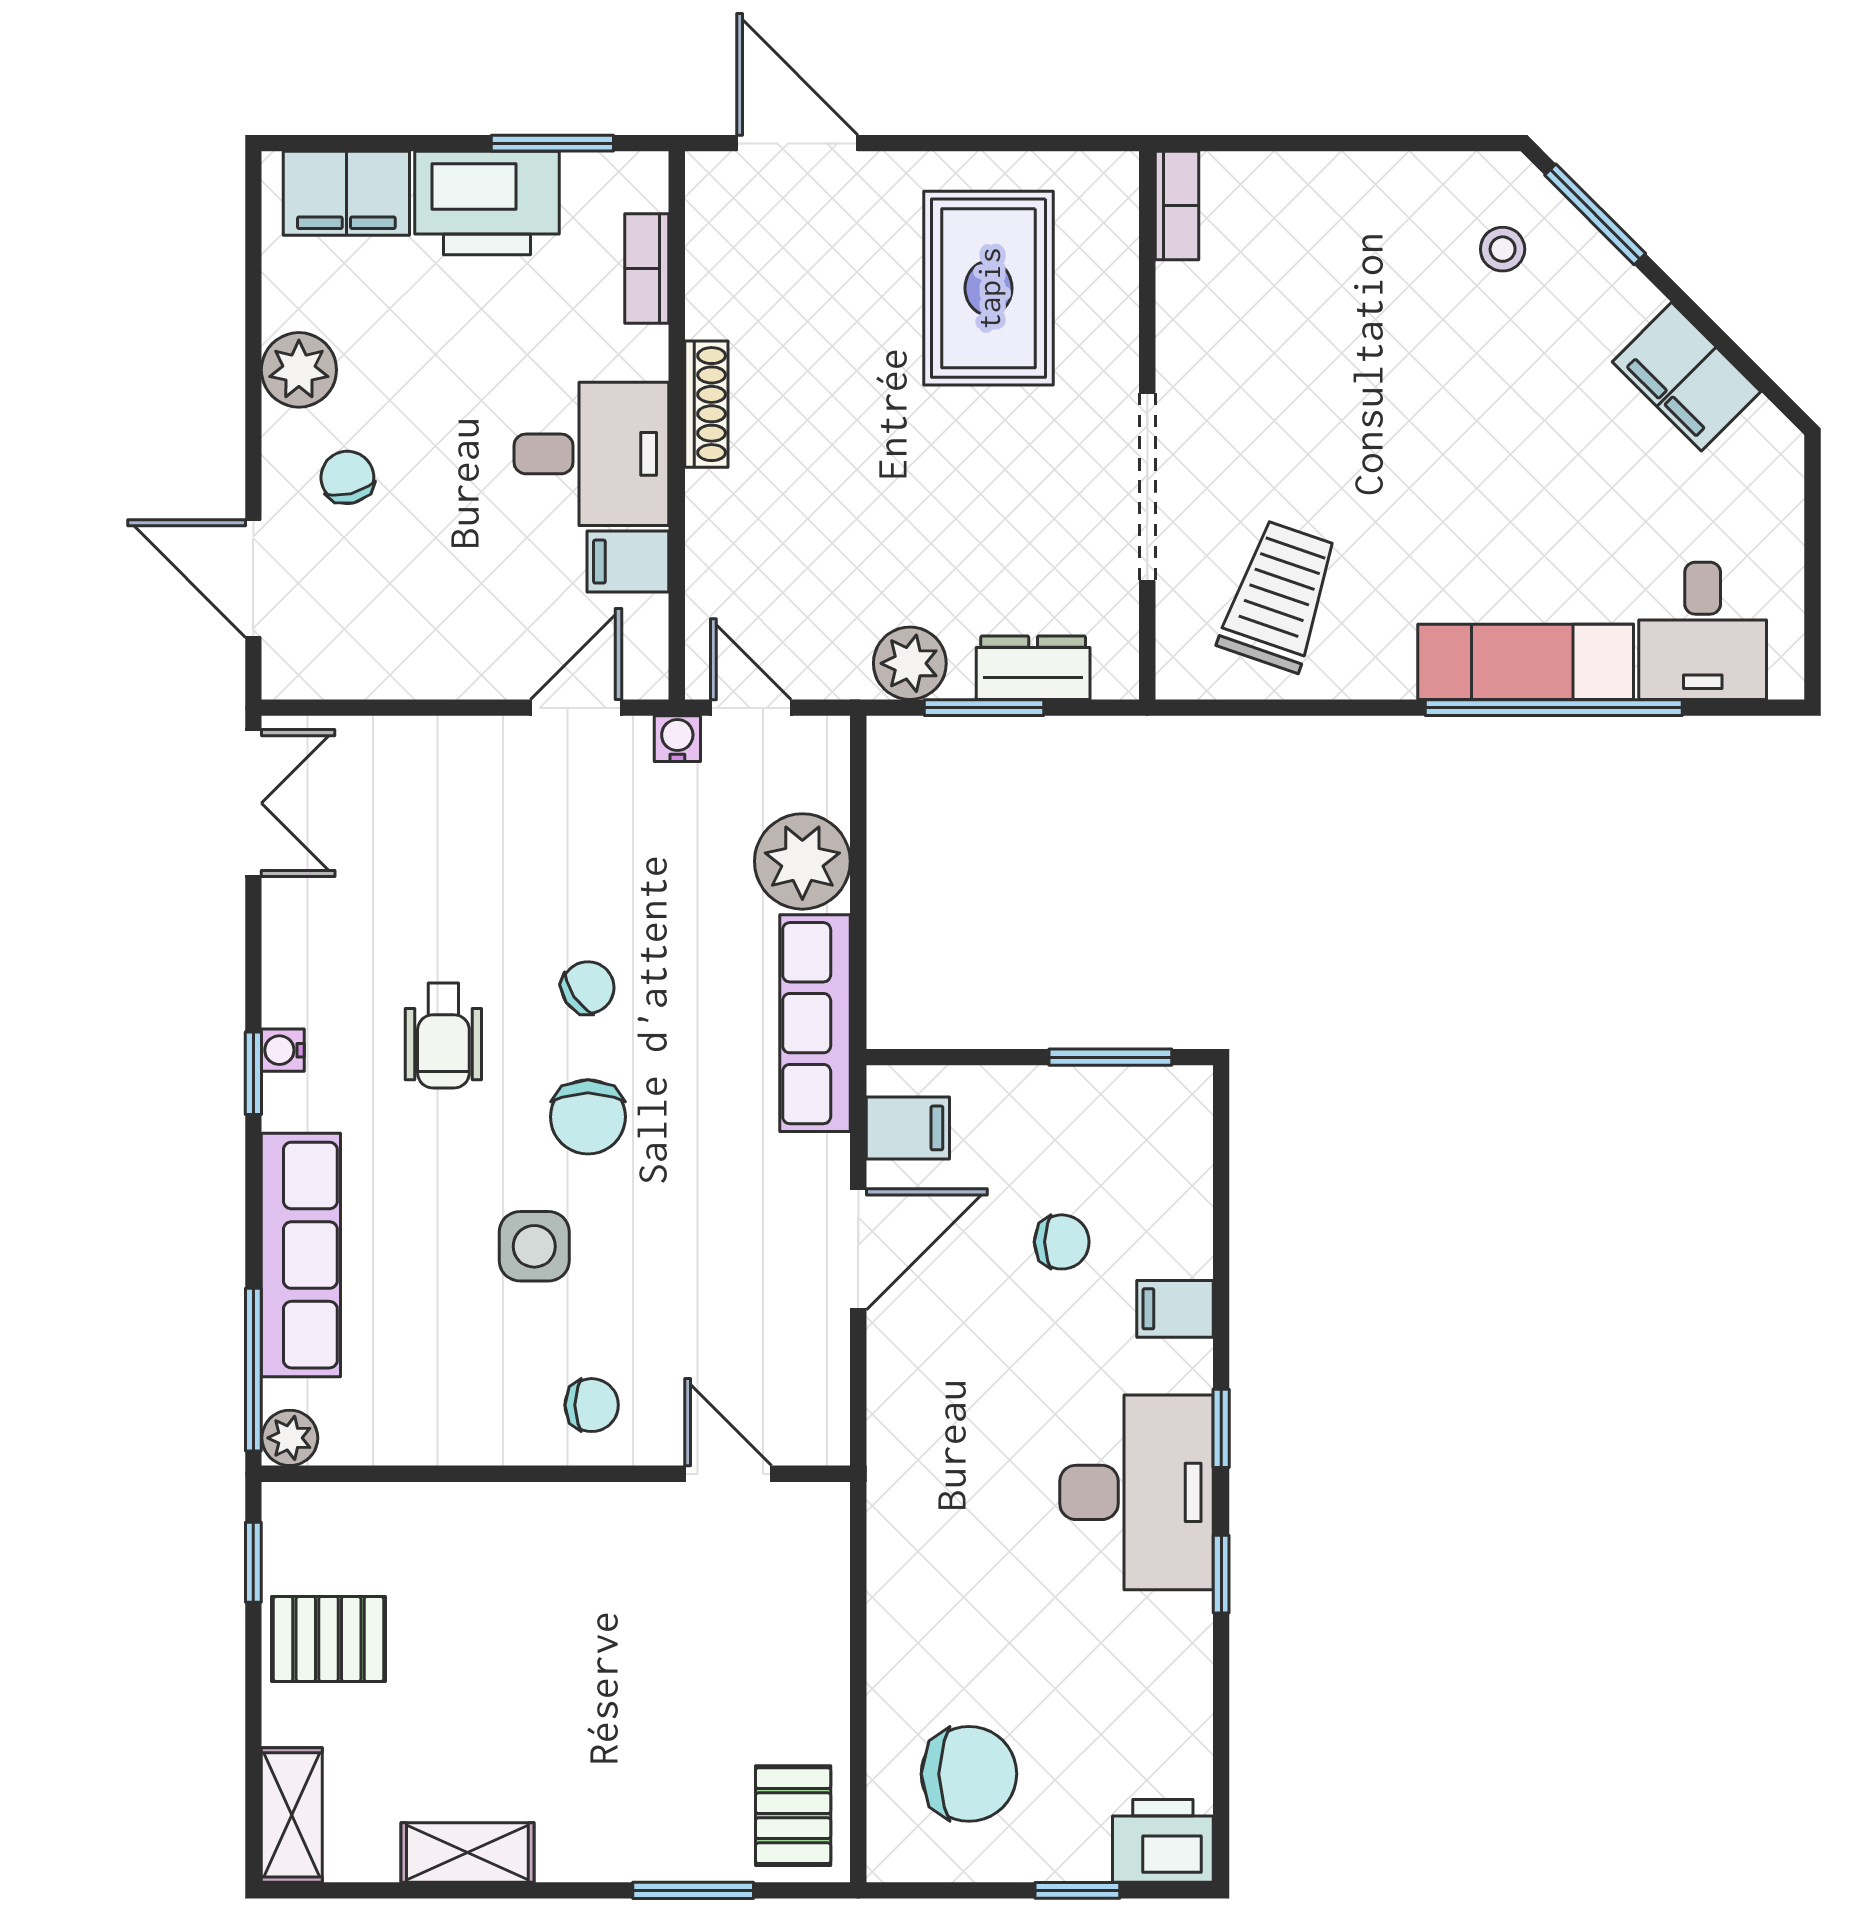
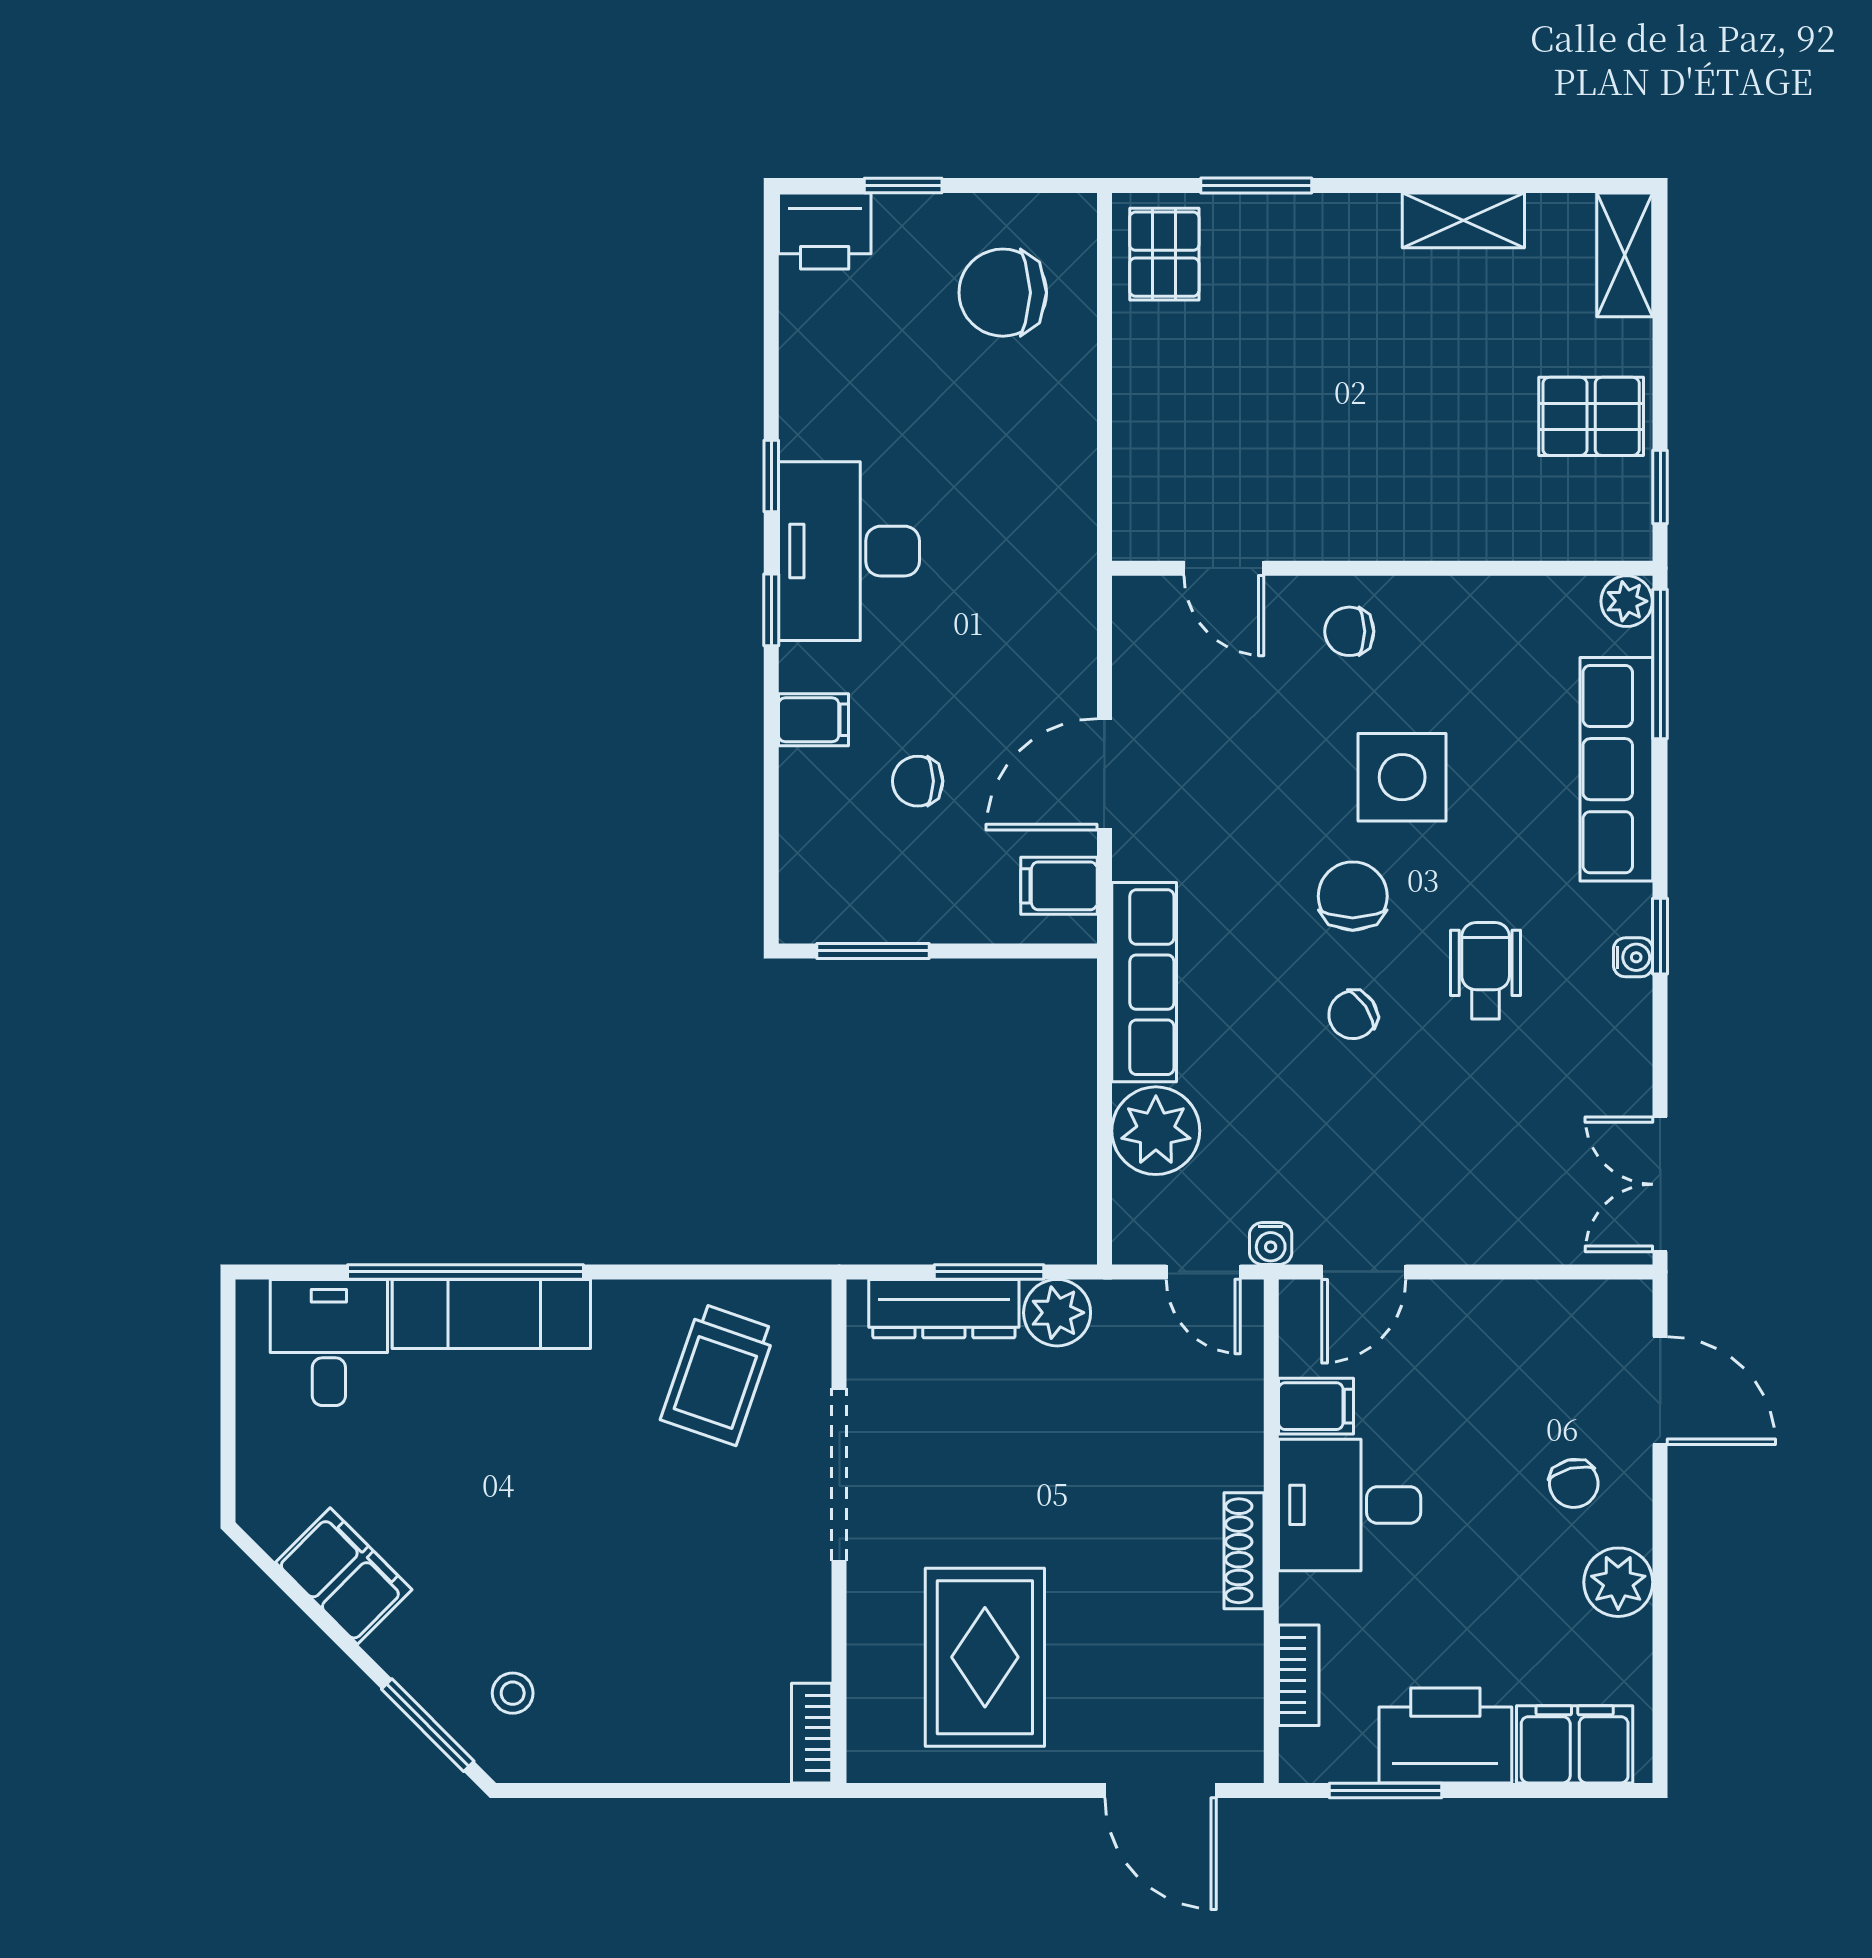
dresser: (1033, 668) -> (944, 1309), width x1.44
side table: (534, 1246) -> (1402, 777), width x1.37, depth x1.37

